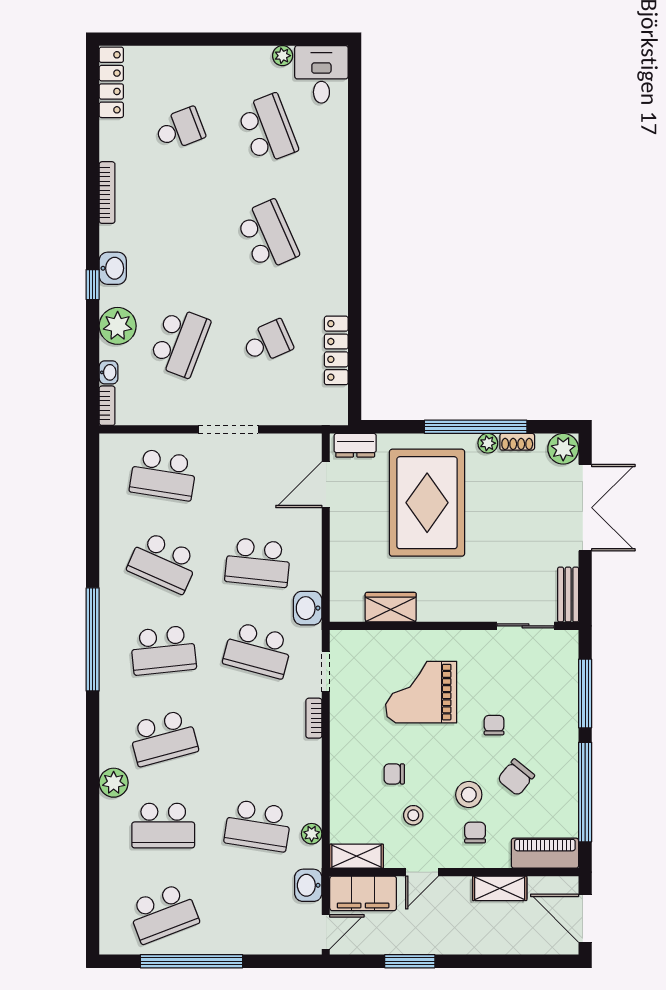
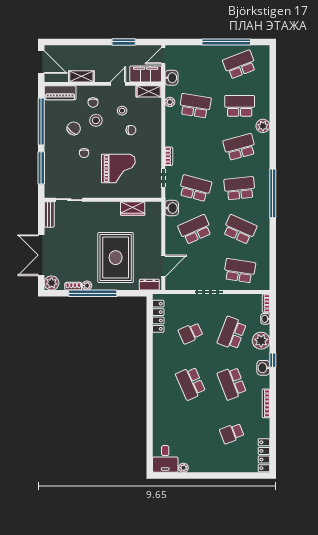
school desk: (267, 129) -> (232, 383), moved
locker: (336, 350) -> (158, 316), moved
school desk: (258, 562) -> (195, 229), turned -30

